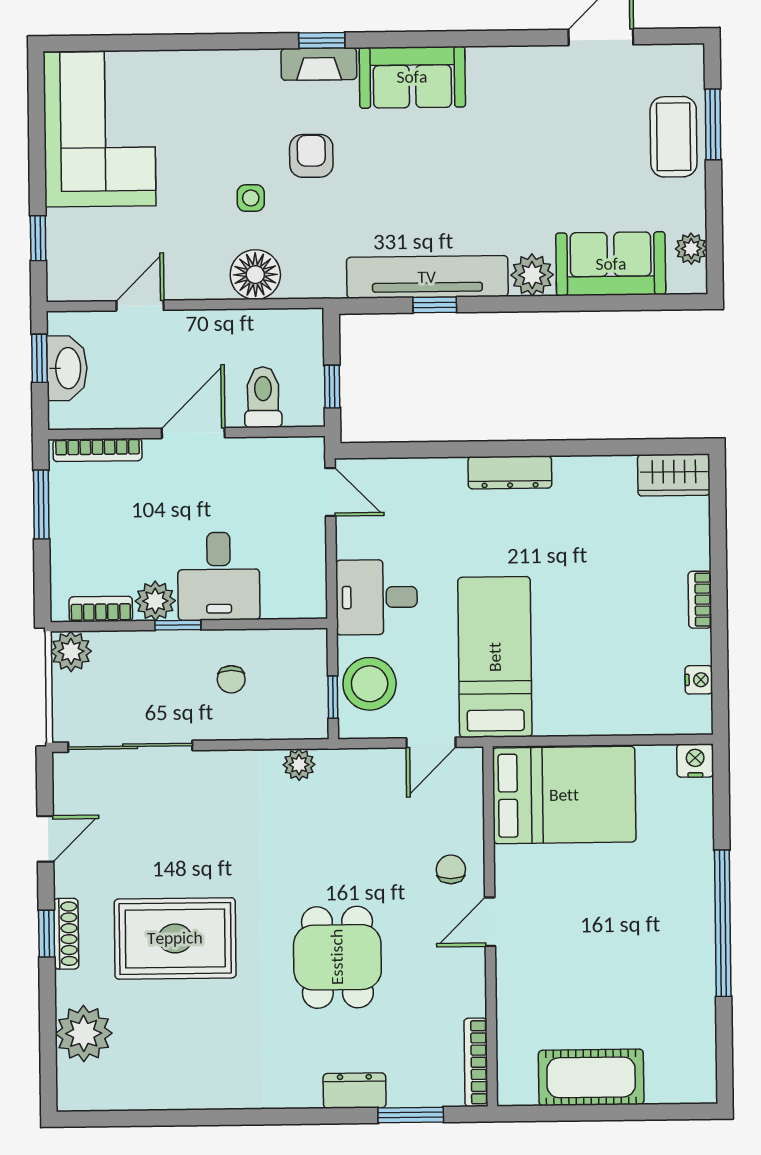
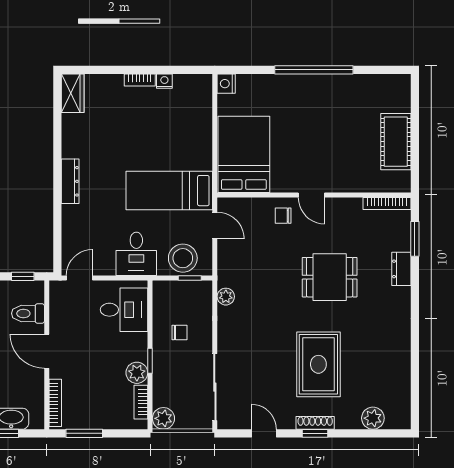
desk: (219, 576) -> (124, 310), moved
nightstand: (699, 680) -> (164, 81), moved
plant: (84, 1033) -> (373, 418), width x0.73, depth x0.73

